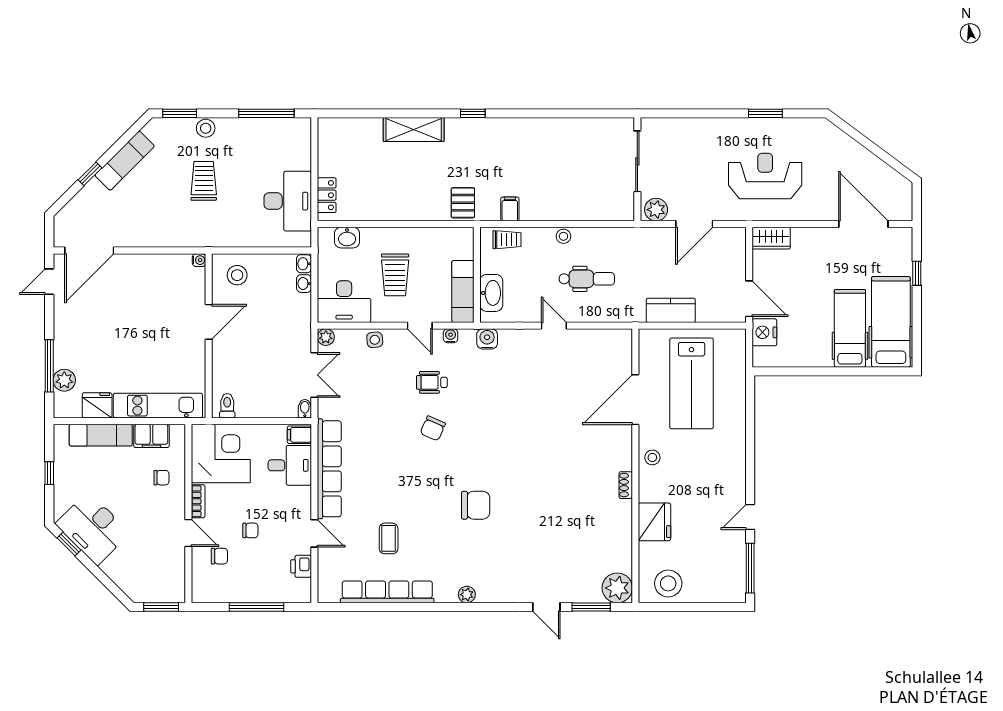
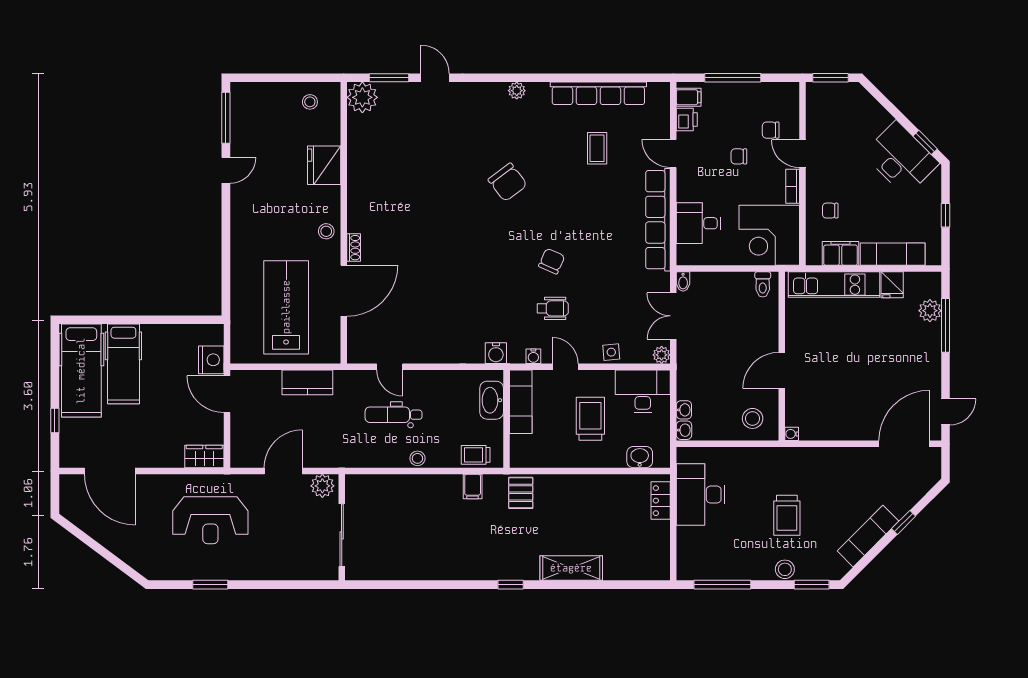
door: (554, 326) -> (390, 367), moved
fridge: (97, 405) -> (892, 285), width x0.72
filing cabinet: (299, 435) -> (689, 97), moved
shoe rack: (626, 485) -> (354, 248), moved
chair: (476, 505) -> (508, 182), turned -127
stool: (668, 583) -> (310, 102), width x0.53, depth x0.53

